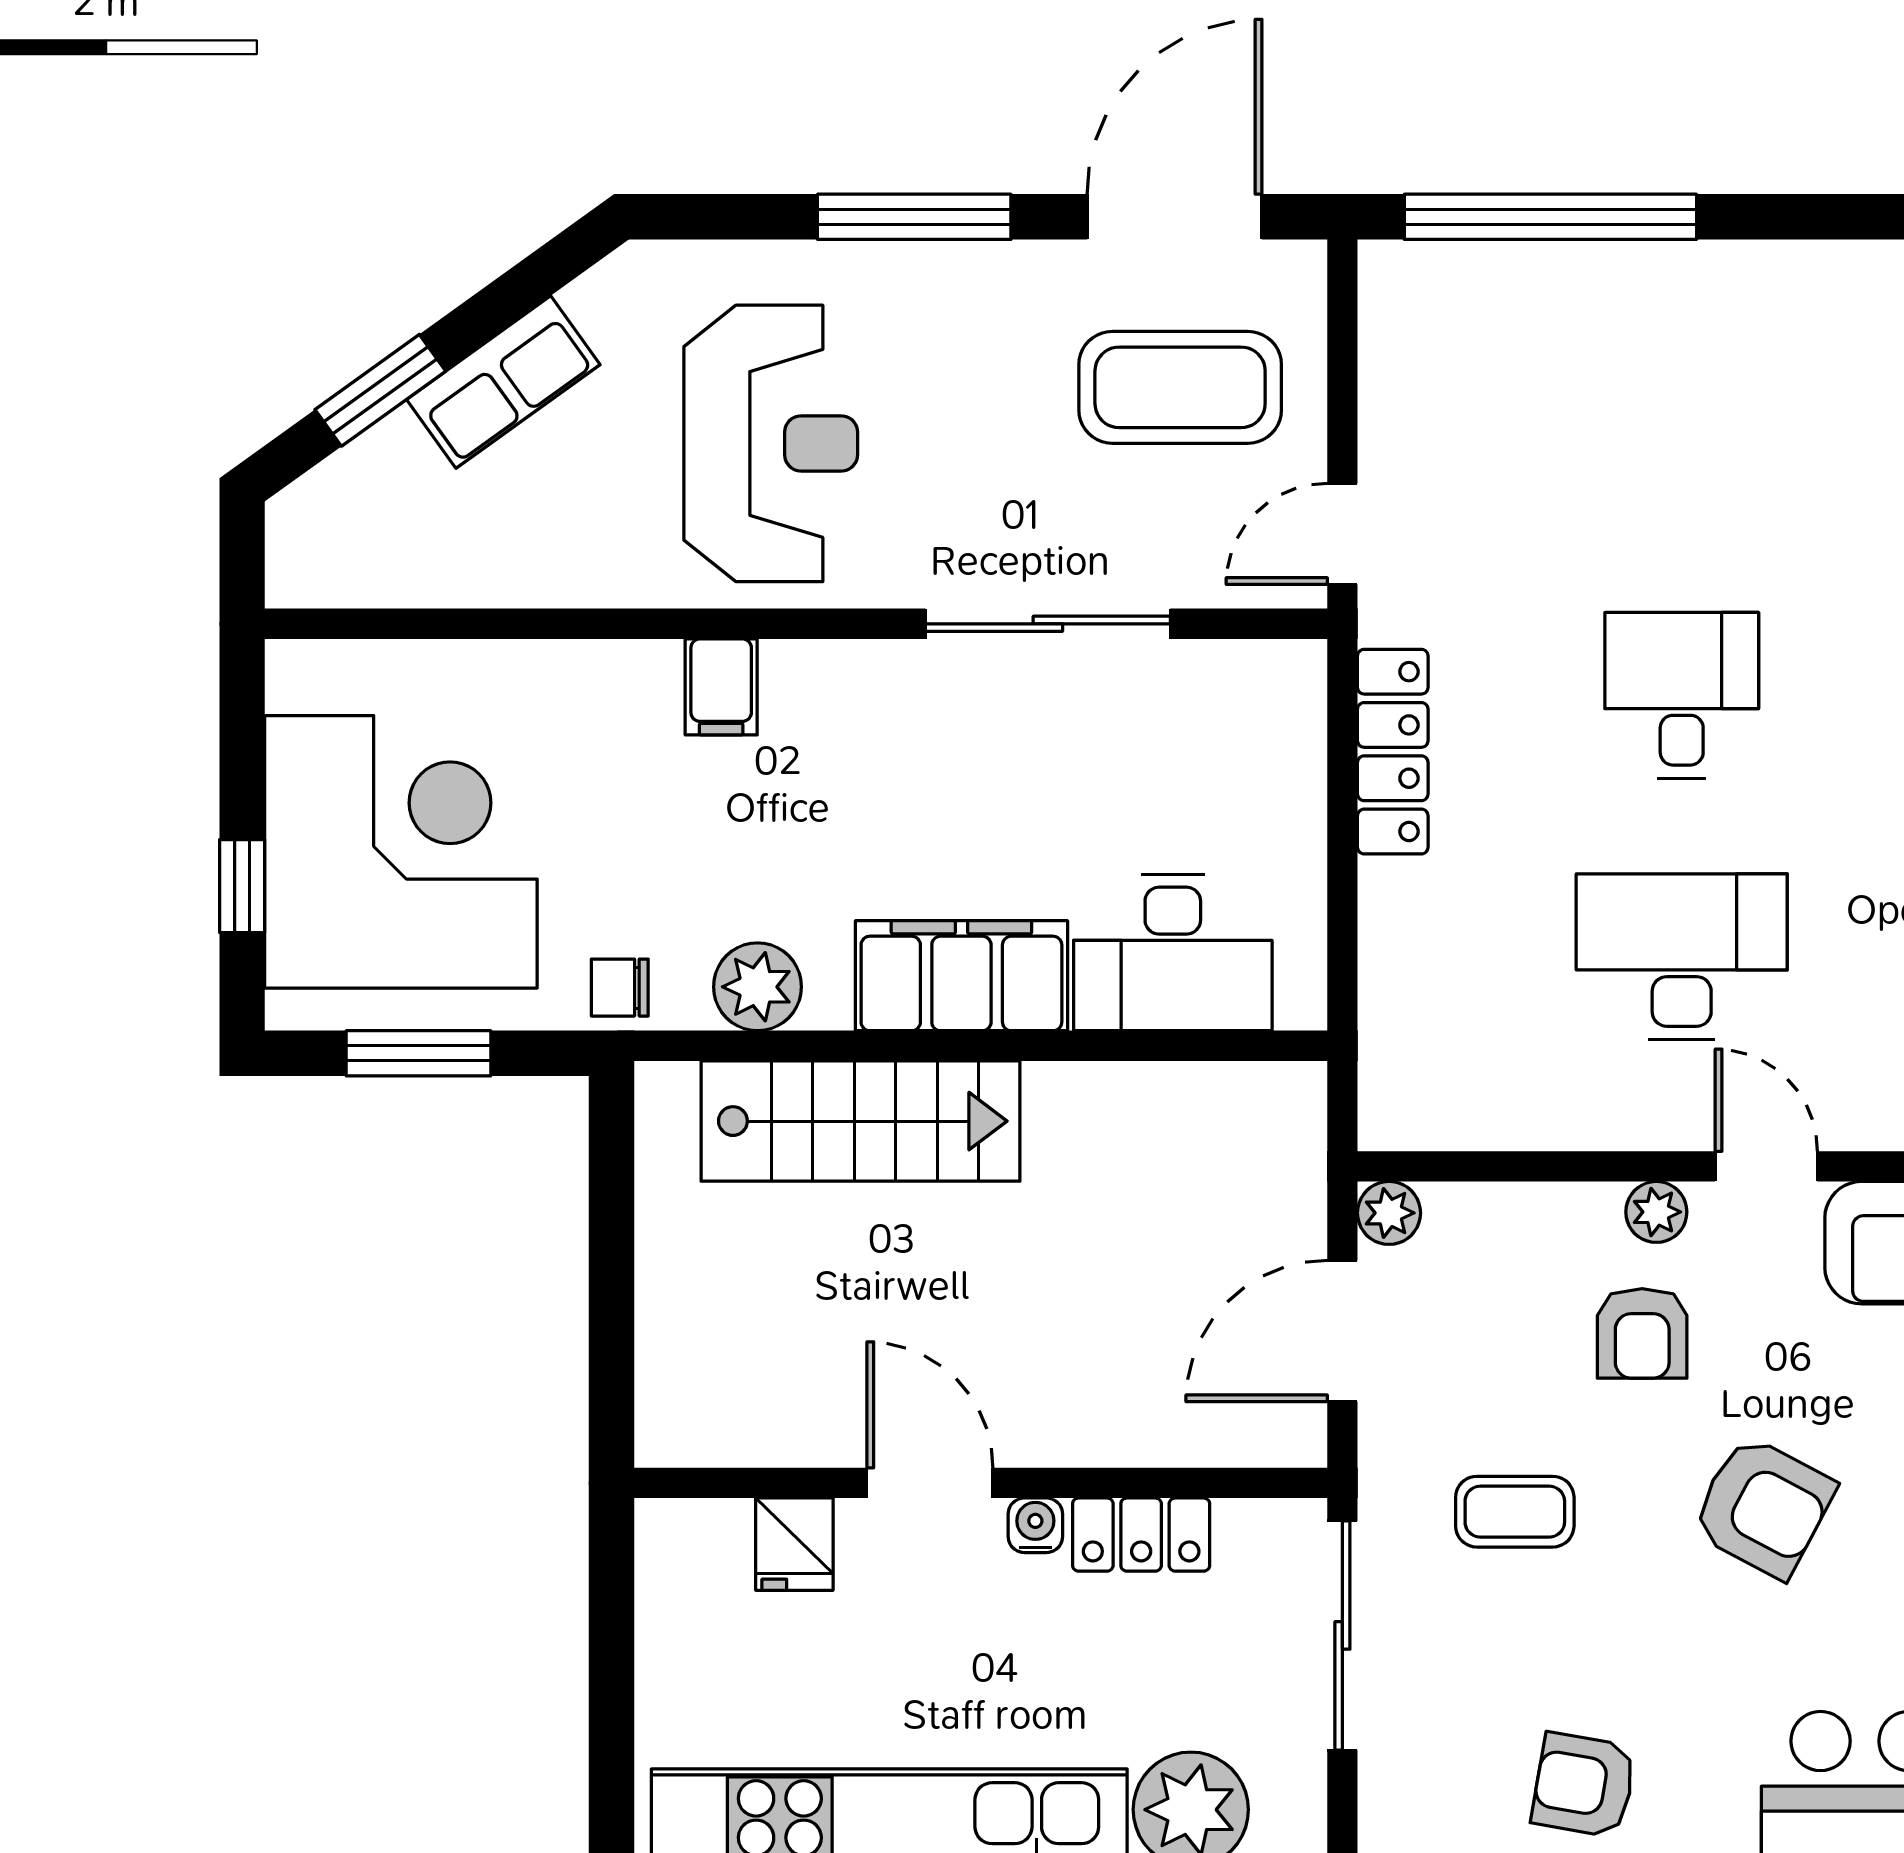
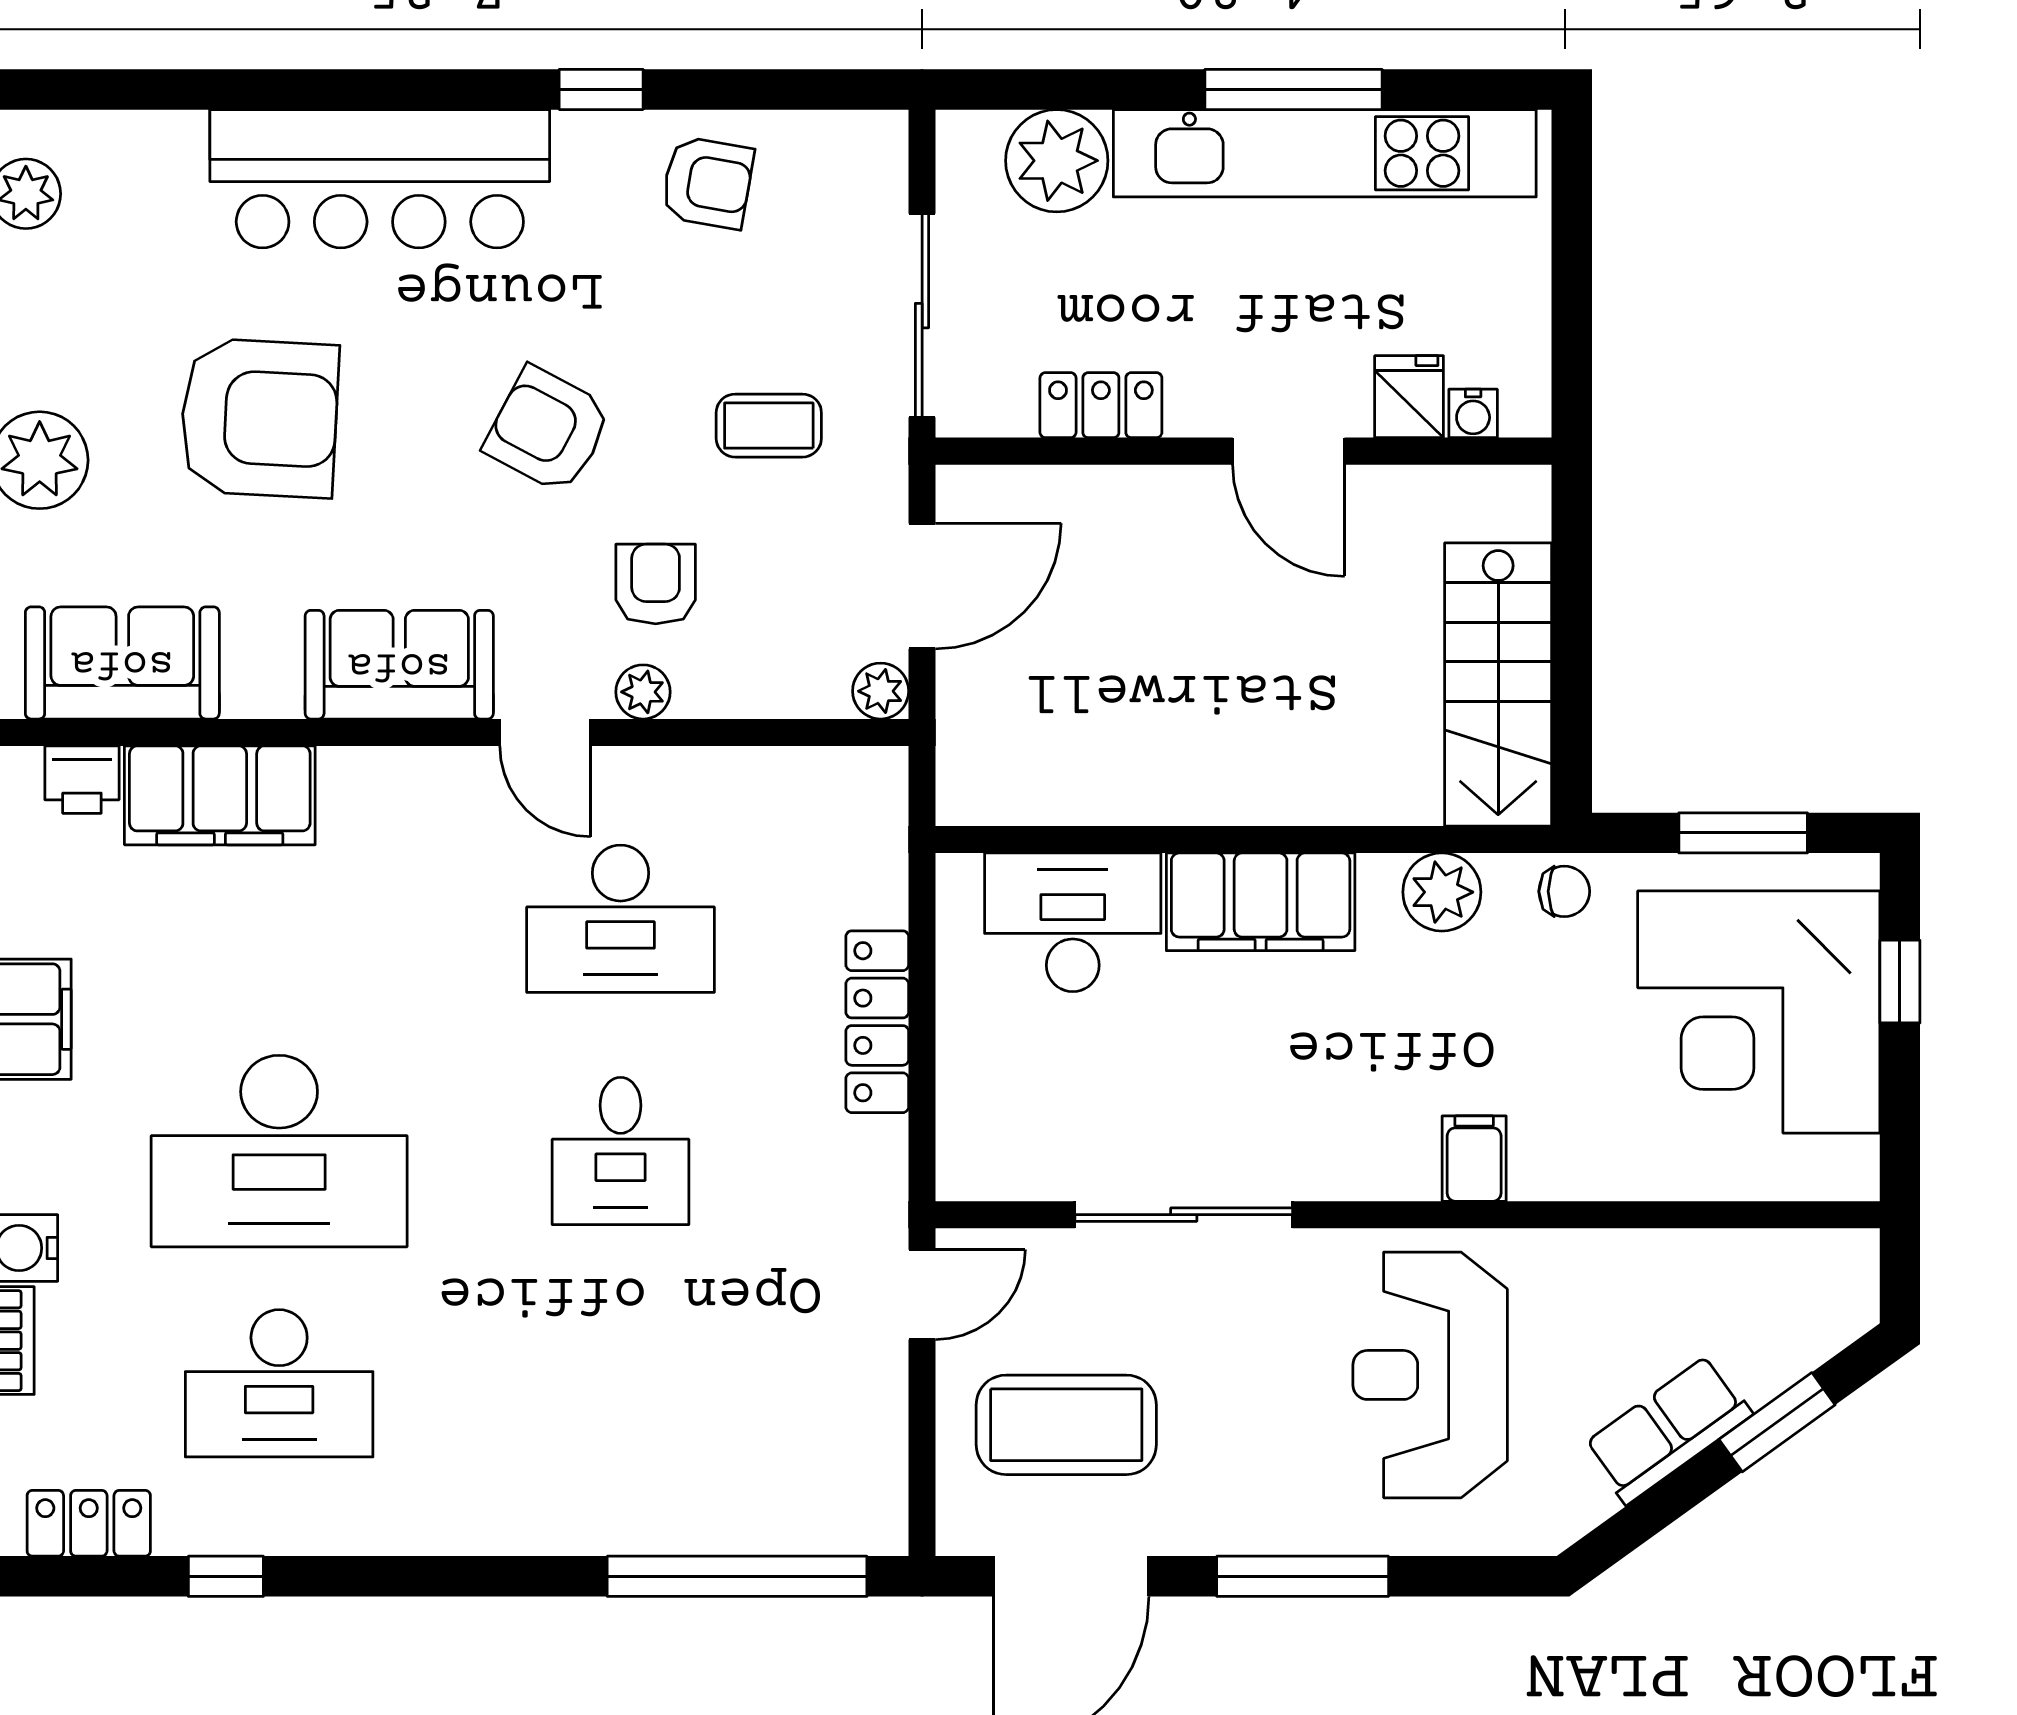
locker: (1393, 752) -> (877, 1022), moved
stairs: (860, 1121) -> (1498, 685), moved, turned -90
water cooler: (1035, 1525) -> (1473, 413), moved

